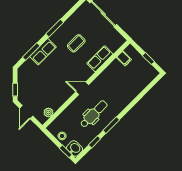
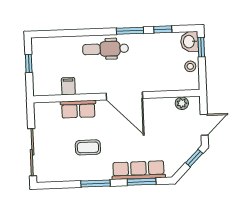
row of seats: (43, 52) -> (138, 170), width x1.48
filing cabinet: (124, 58) -> (68, 86), moved
door: (82, 88) -> (124, 96), width x1.87
dental chair: (94, 114) -> (106, 49), moved

